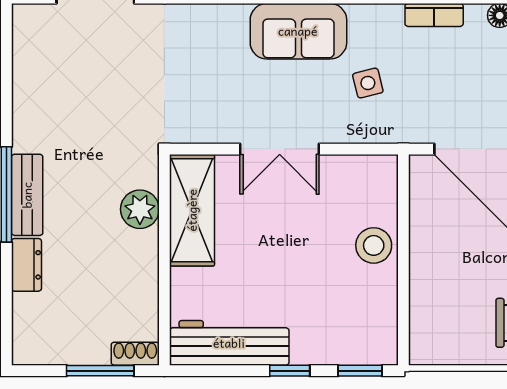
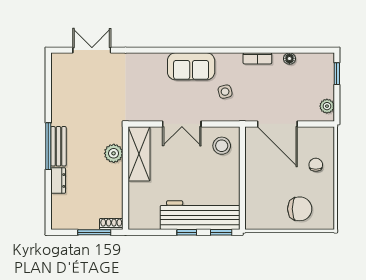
stool: (374, 245) -> (222, 146), moved
workbench: (229, 343) -> (200, 215), moved, width x1.36, depth x1.32

